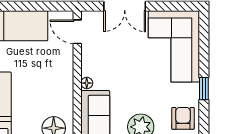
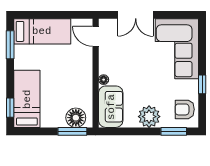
armchair: (183, 118) -> (185, 109), turned -90

